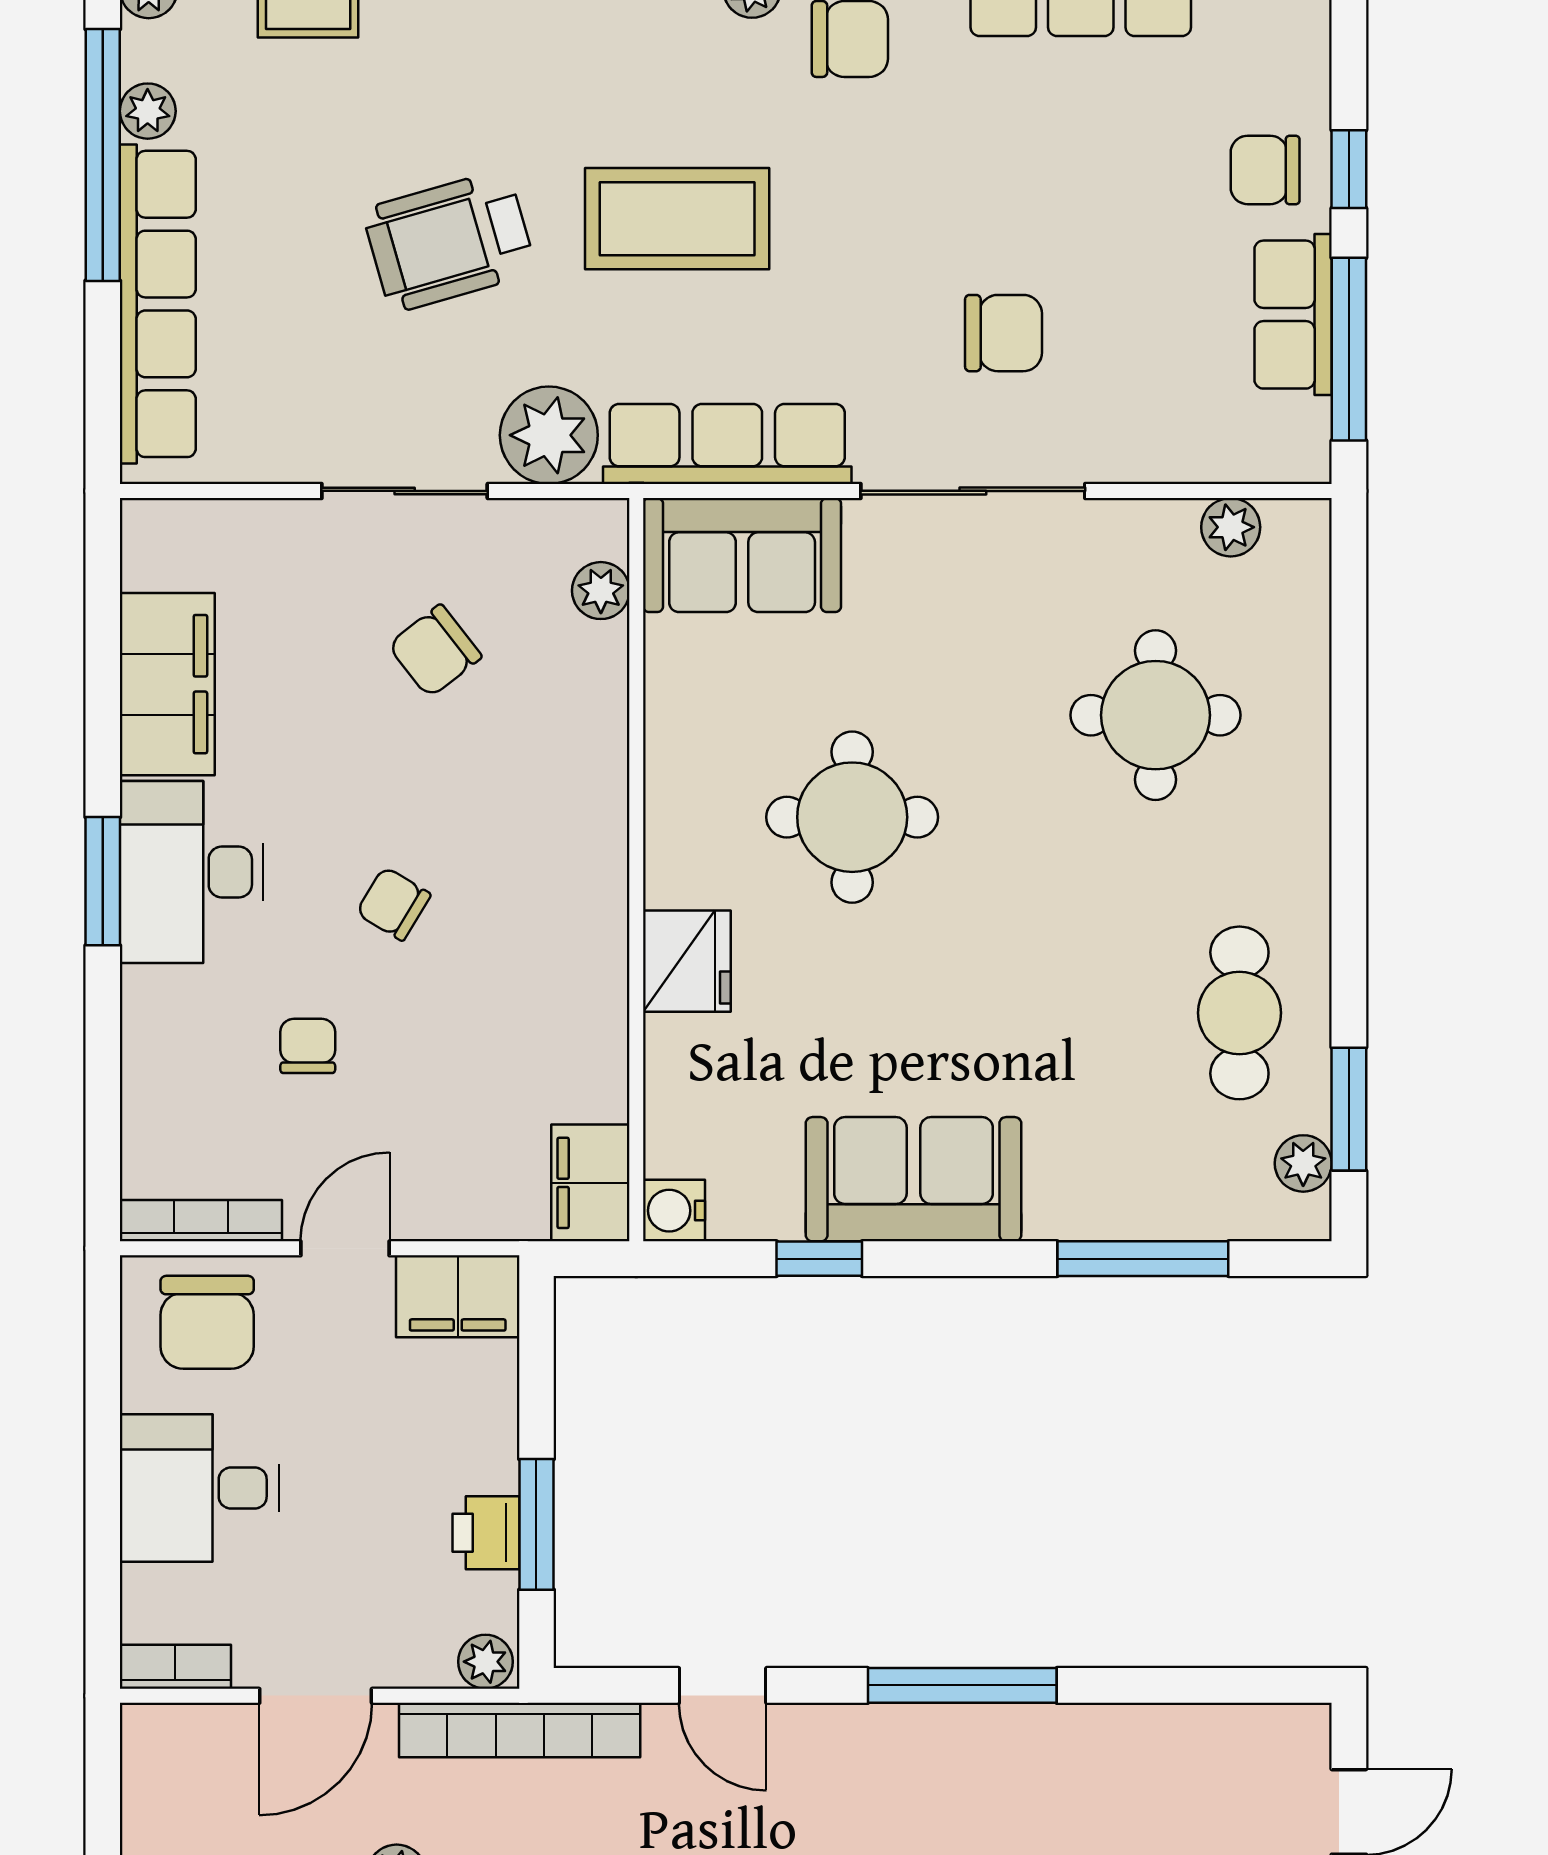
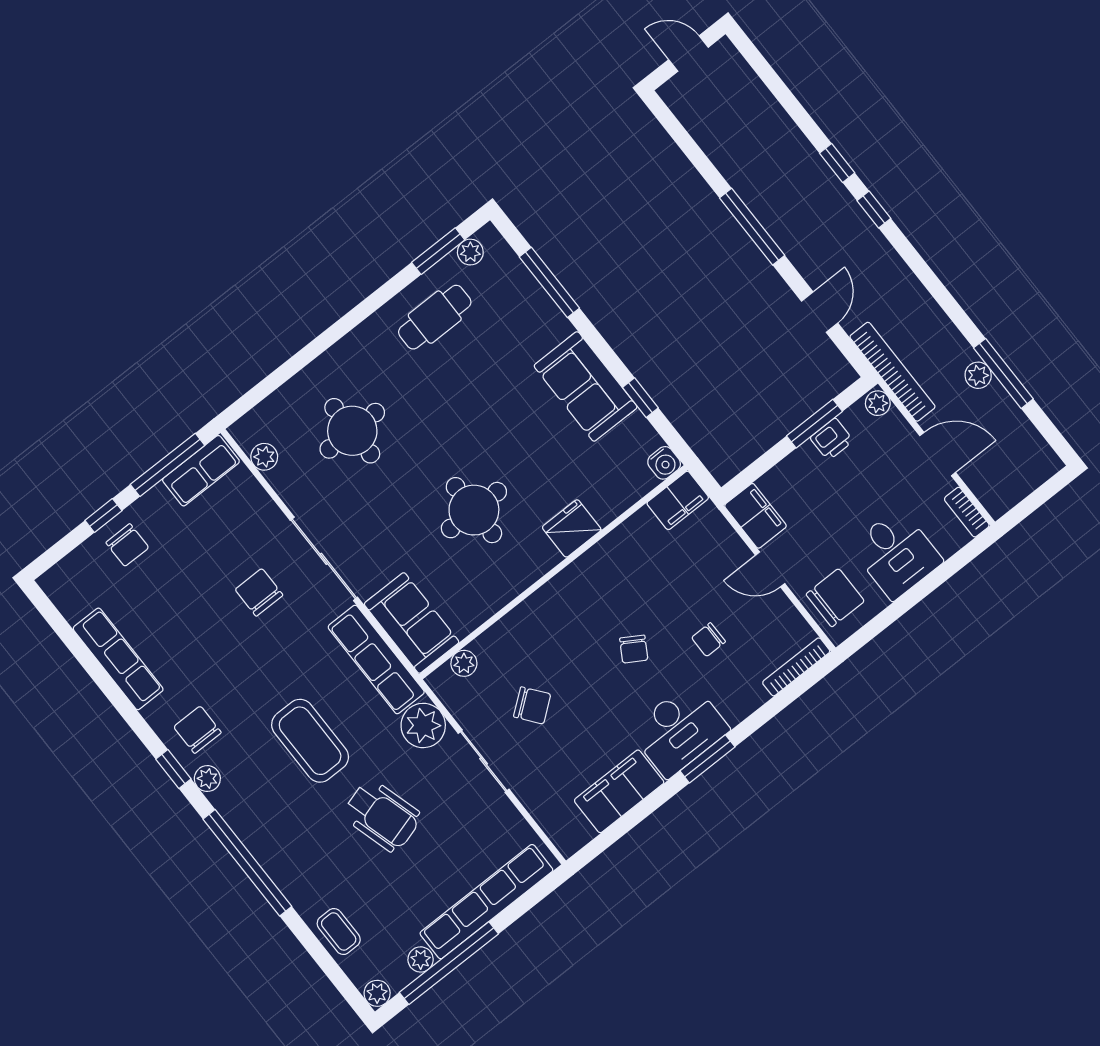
row of seats: (1293, 315) -> (201, 471), moved
bookcase: (201, 1221) -> (796, 667), moved, turned 90

